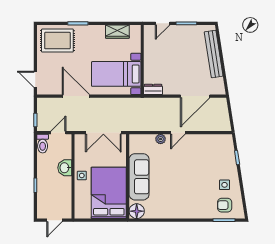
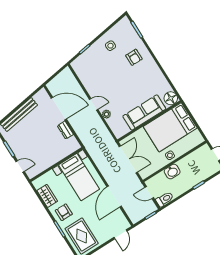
armchair: (91, 38) -> (64, 212), added
dresser: (153, 89) -> (65, 130), moved
armchair: (225, 205) -> (134, 57), moved

